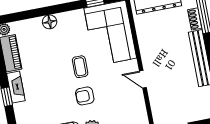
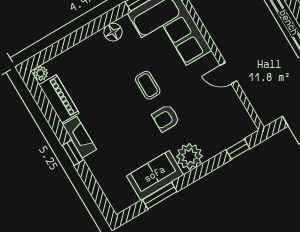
floor lamp: (50, 22) -> (113, 32), moved

